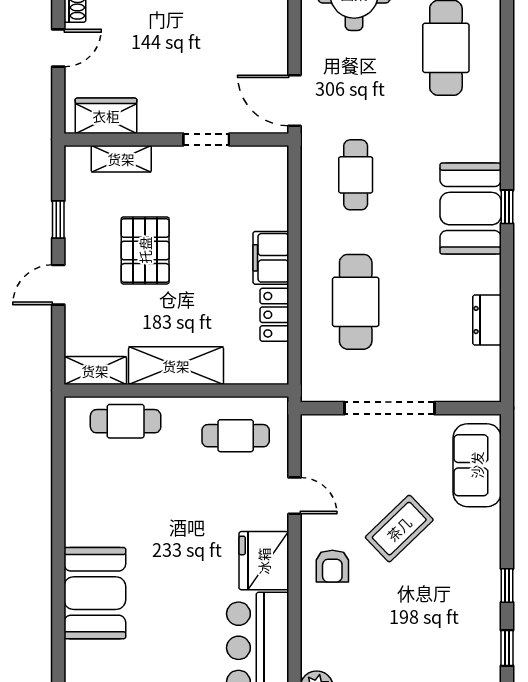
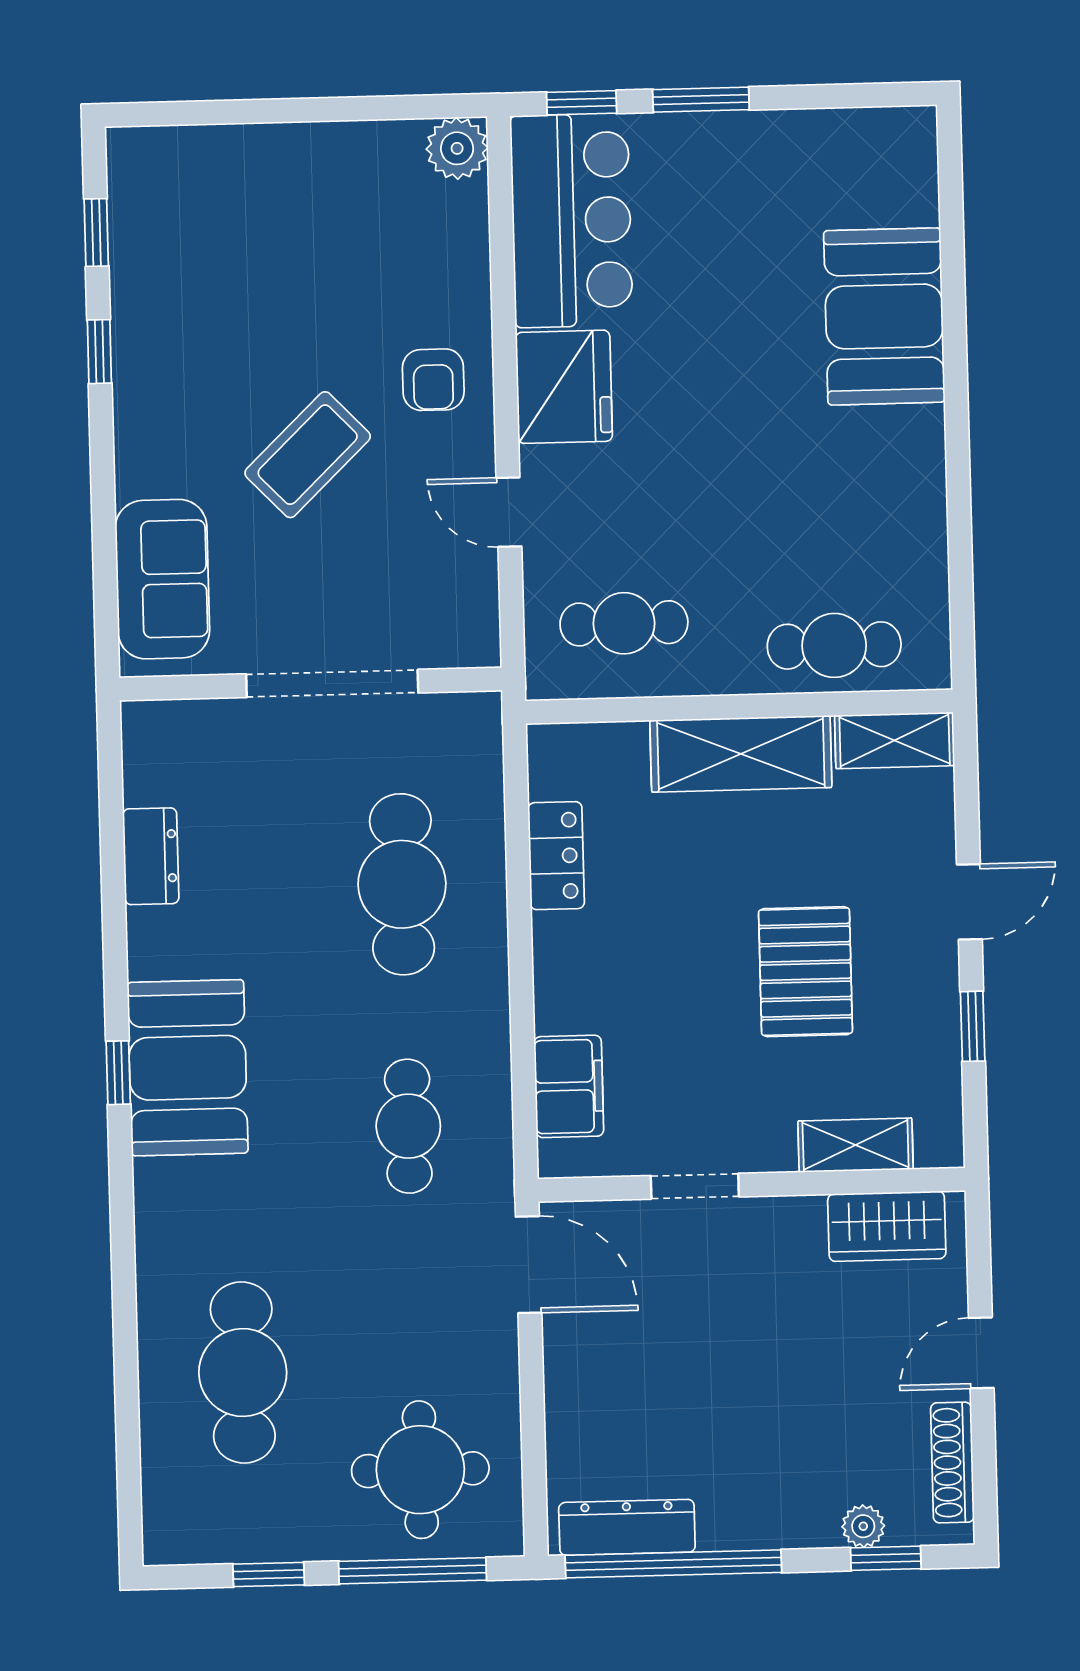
filing cabinet: (271, 258) -> (569, 1086), moved
armchair: (332, 566) -> (433, 380), turned 180

